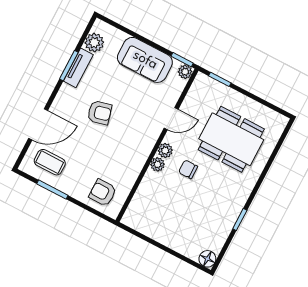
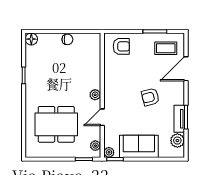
plant: (157, 164) -> (95, 146), moved
chair: (188, 169) -> (67, 39), moved

